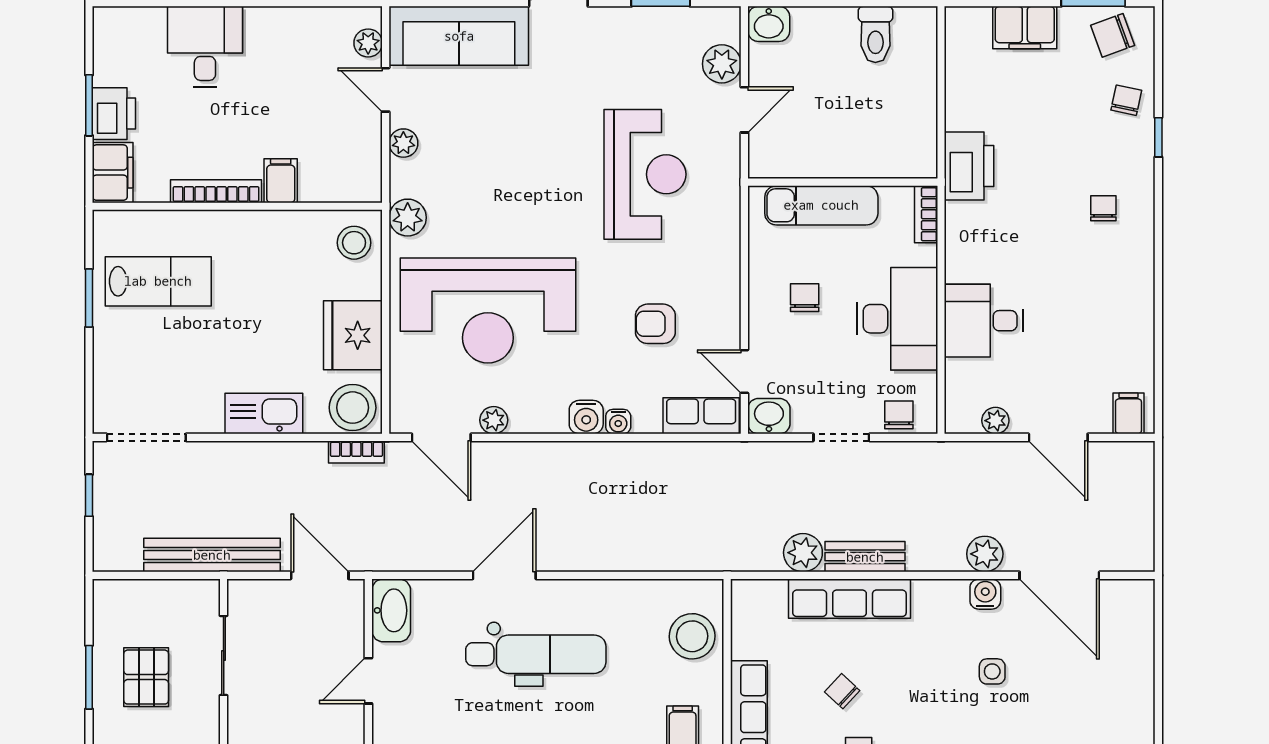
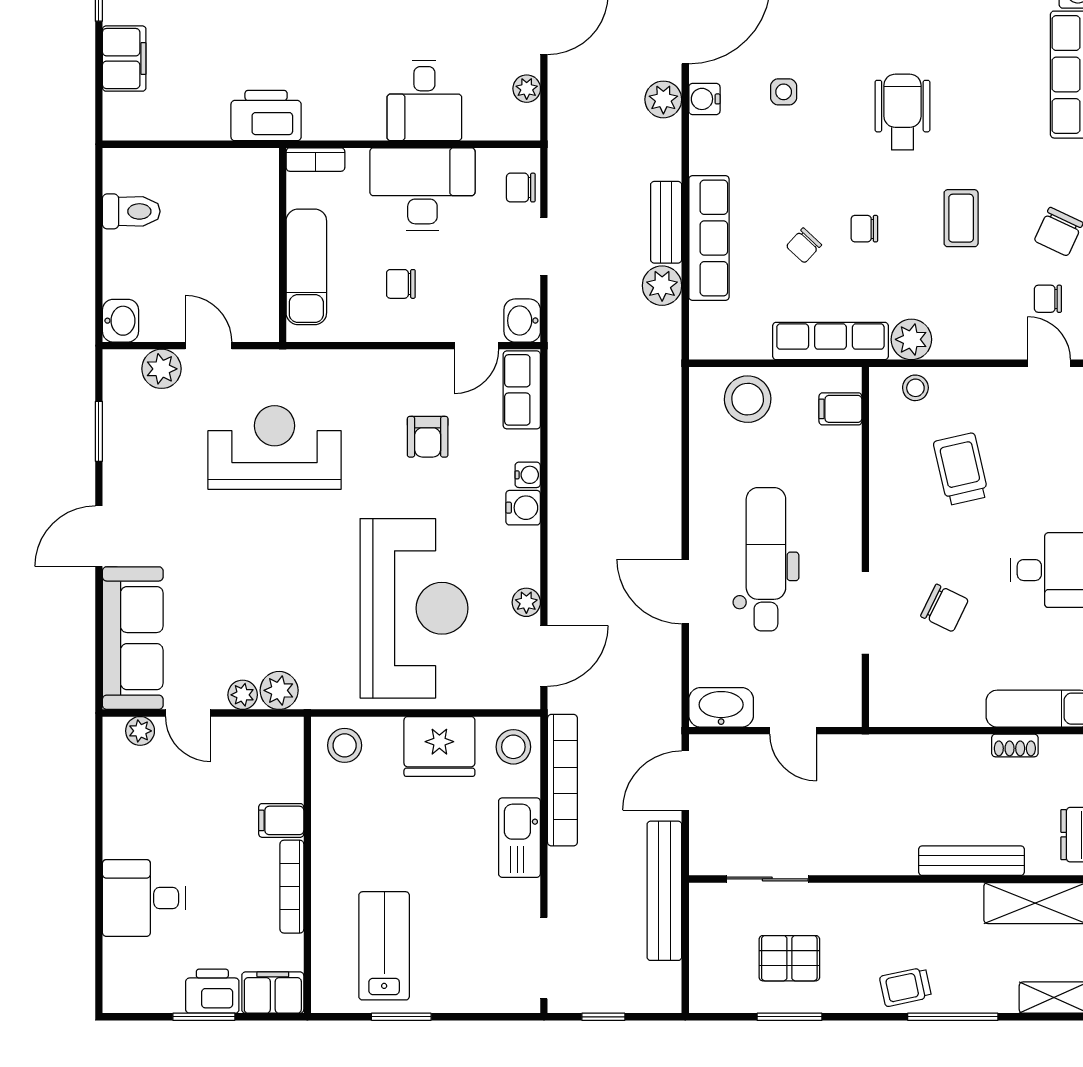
door: (386, 90) -> (188, 713), hinge flipped
plant: (408, 218) -> (279, 690), moved
stool: (353, 408) -> (513, 747), width x0.73, depth x0.73
bookcase: (356, 452) -> (562, 780), width x2.31, depth x1.31

